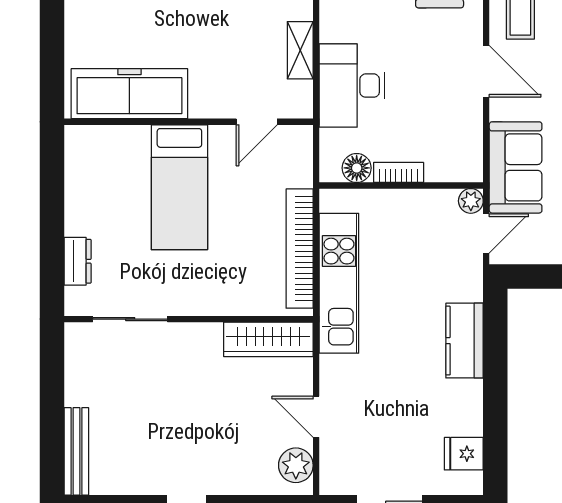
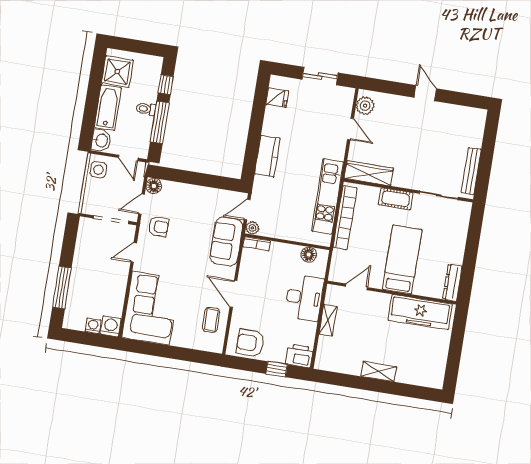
bookcase: (399, 172) -> (257, 244), moved
dresser: (78, 261) -> (452, 283), moved, width x1.44
cot: (210, 299) -> (396, 199), added
bench: (76, 451) -> (471, 171), moved

